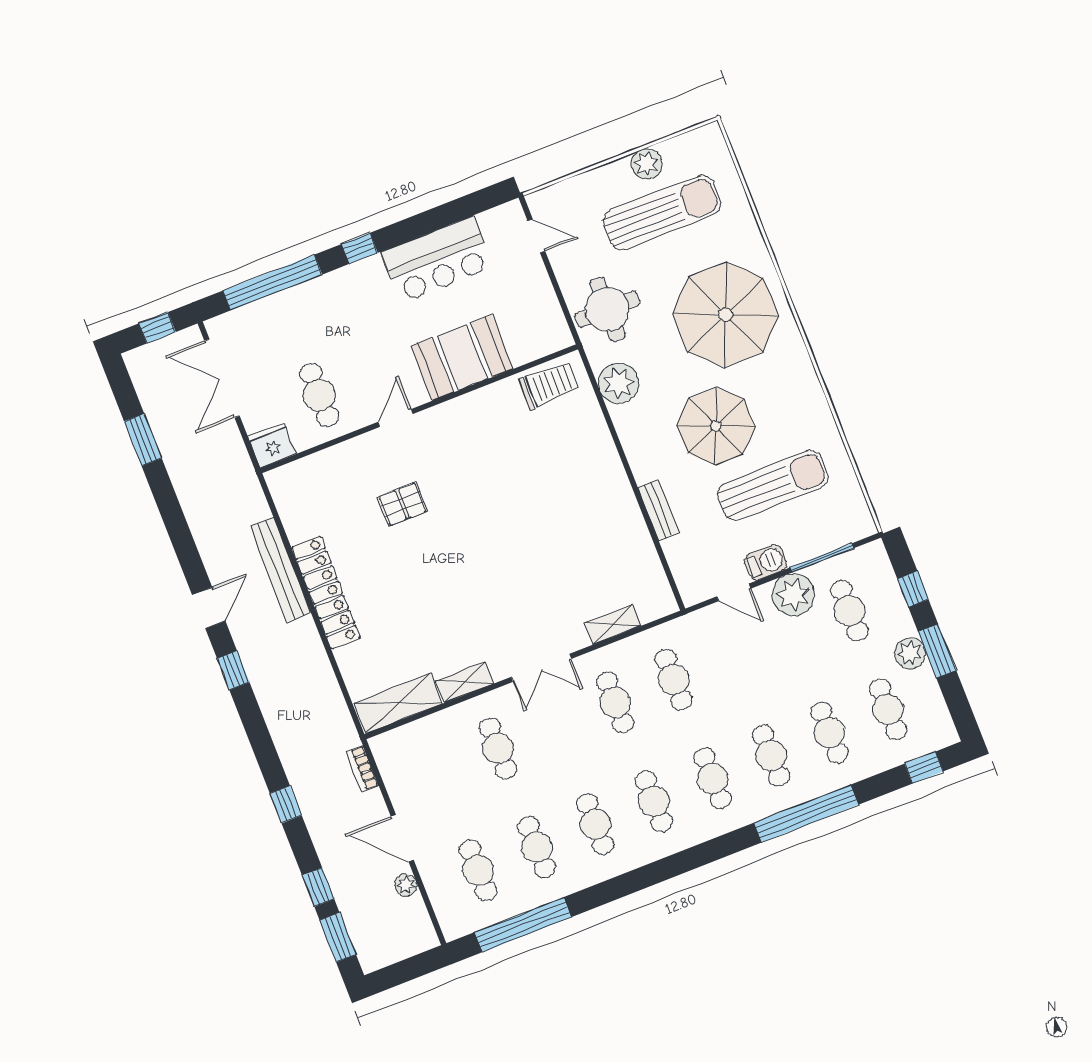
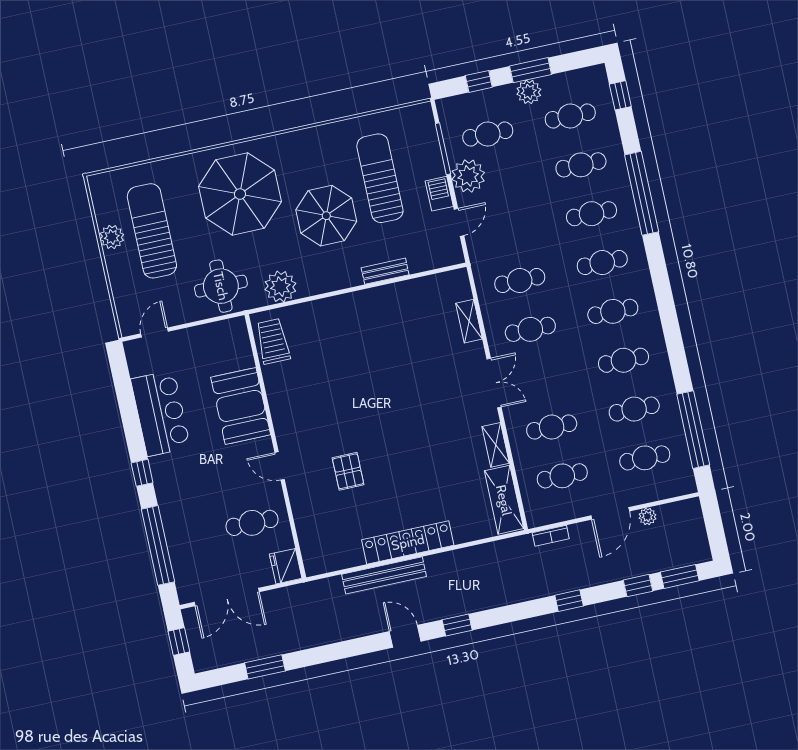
cafe table: (439, 771) -> (562, 476), added

